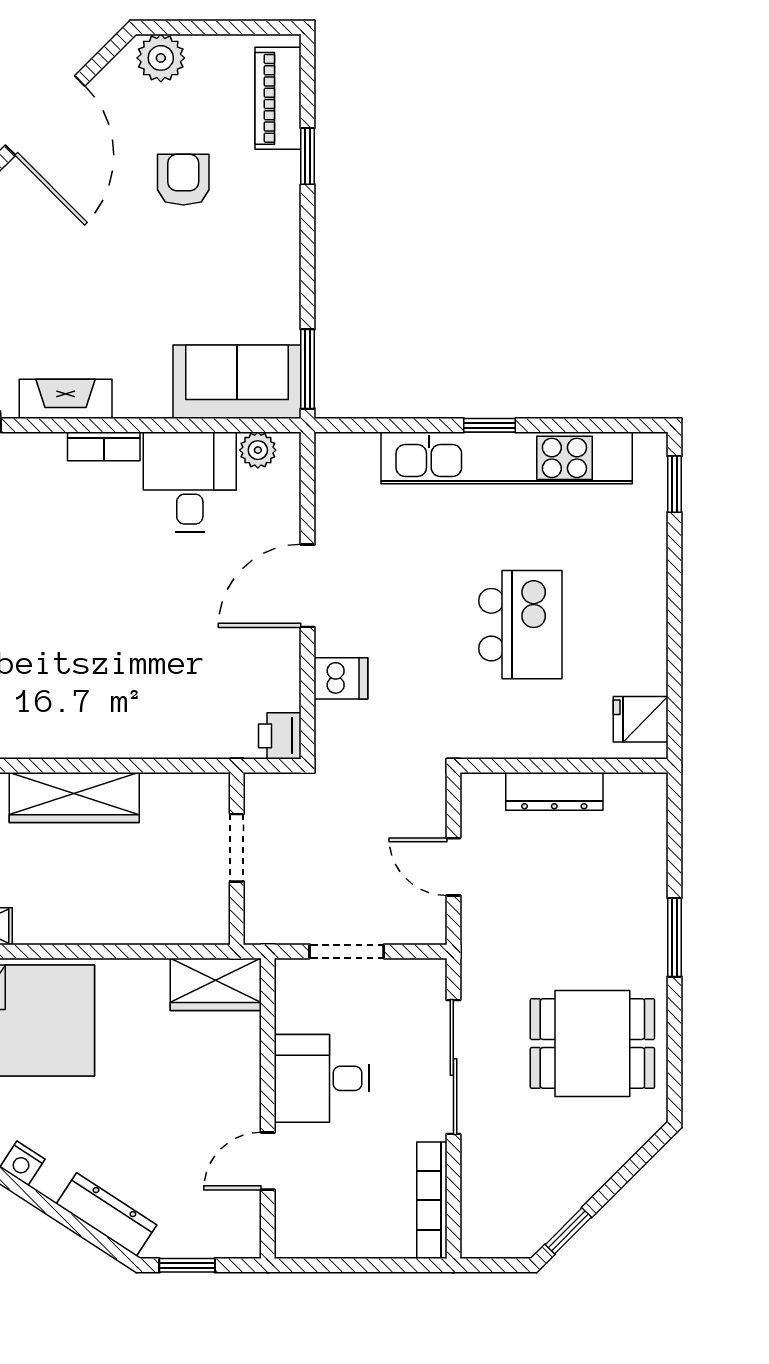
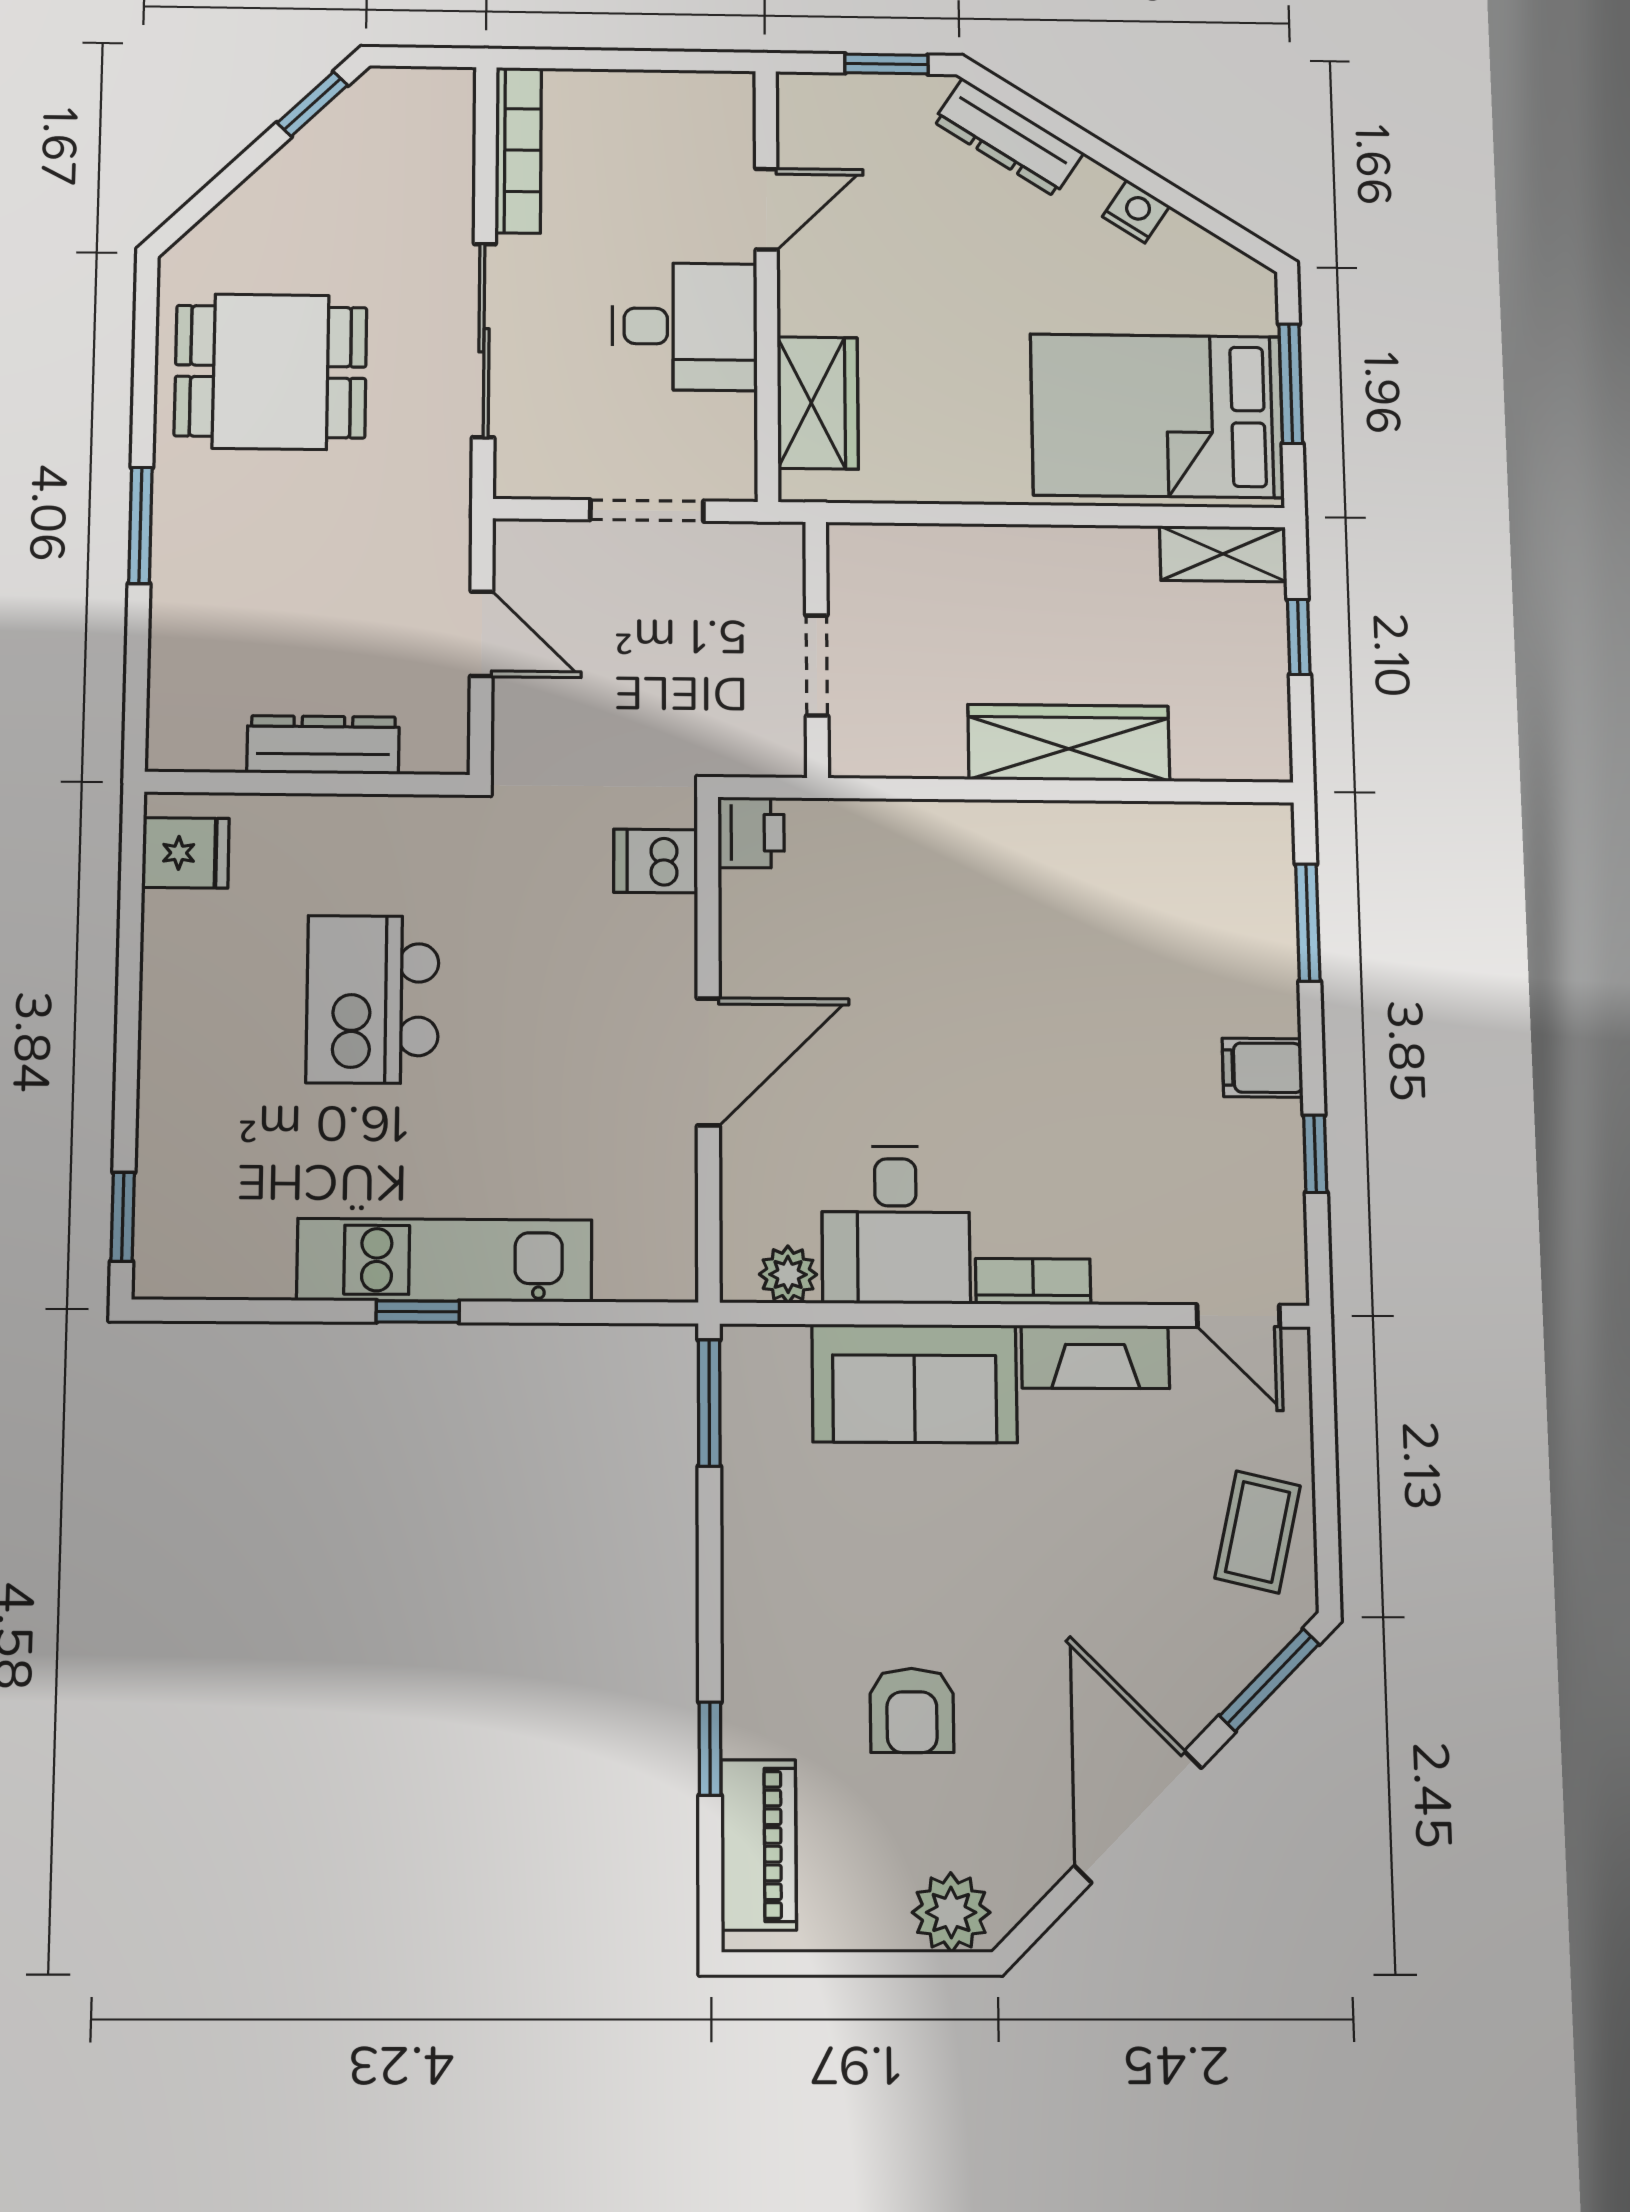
sofa: (237, 382) -> (914, 1383), moved
kitchen unit: (507, 458) -> (444, 1260), width x0.73
dishwasher: (341, 678) -> (656, 861), moved
wardrobe: (216, 984) -> (818, 403), moved, turned 90

